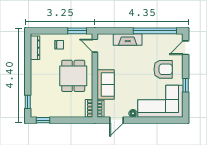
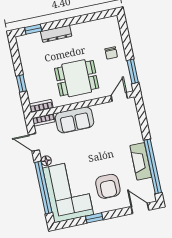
fireplace: (128, 39) -> (141, 161), moved
dresser: (35, 48) -> (56, 34), moved
window: (43, 120) -> (21, 83), moved
window: (153, 120) -> (43, 187), added

